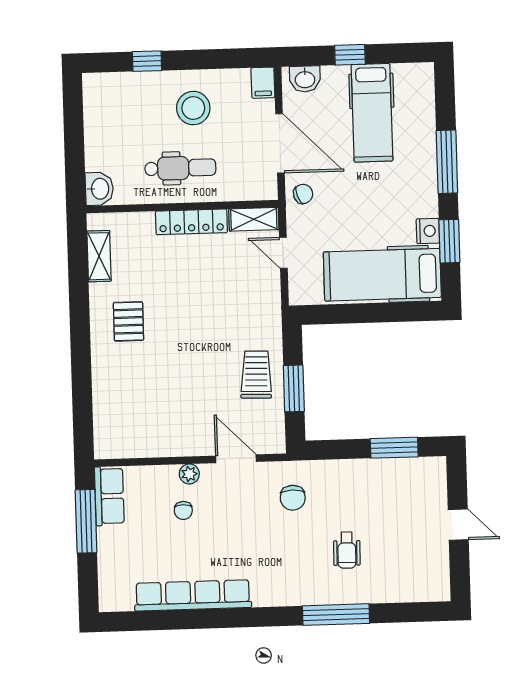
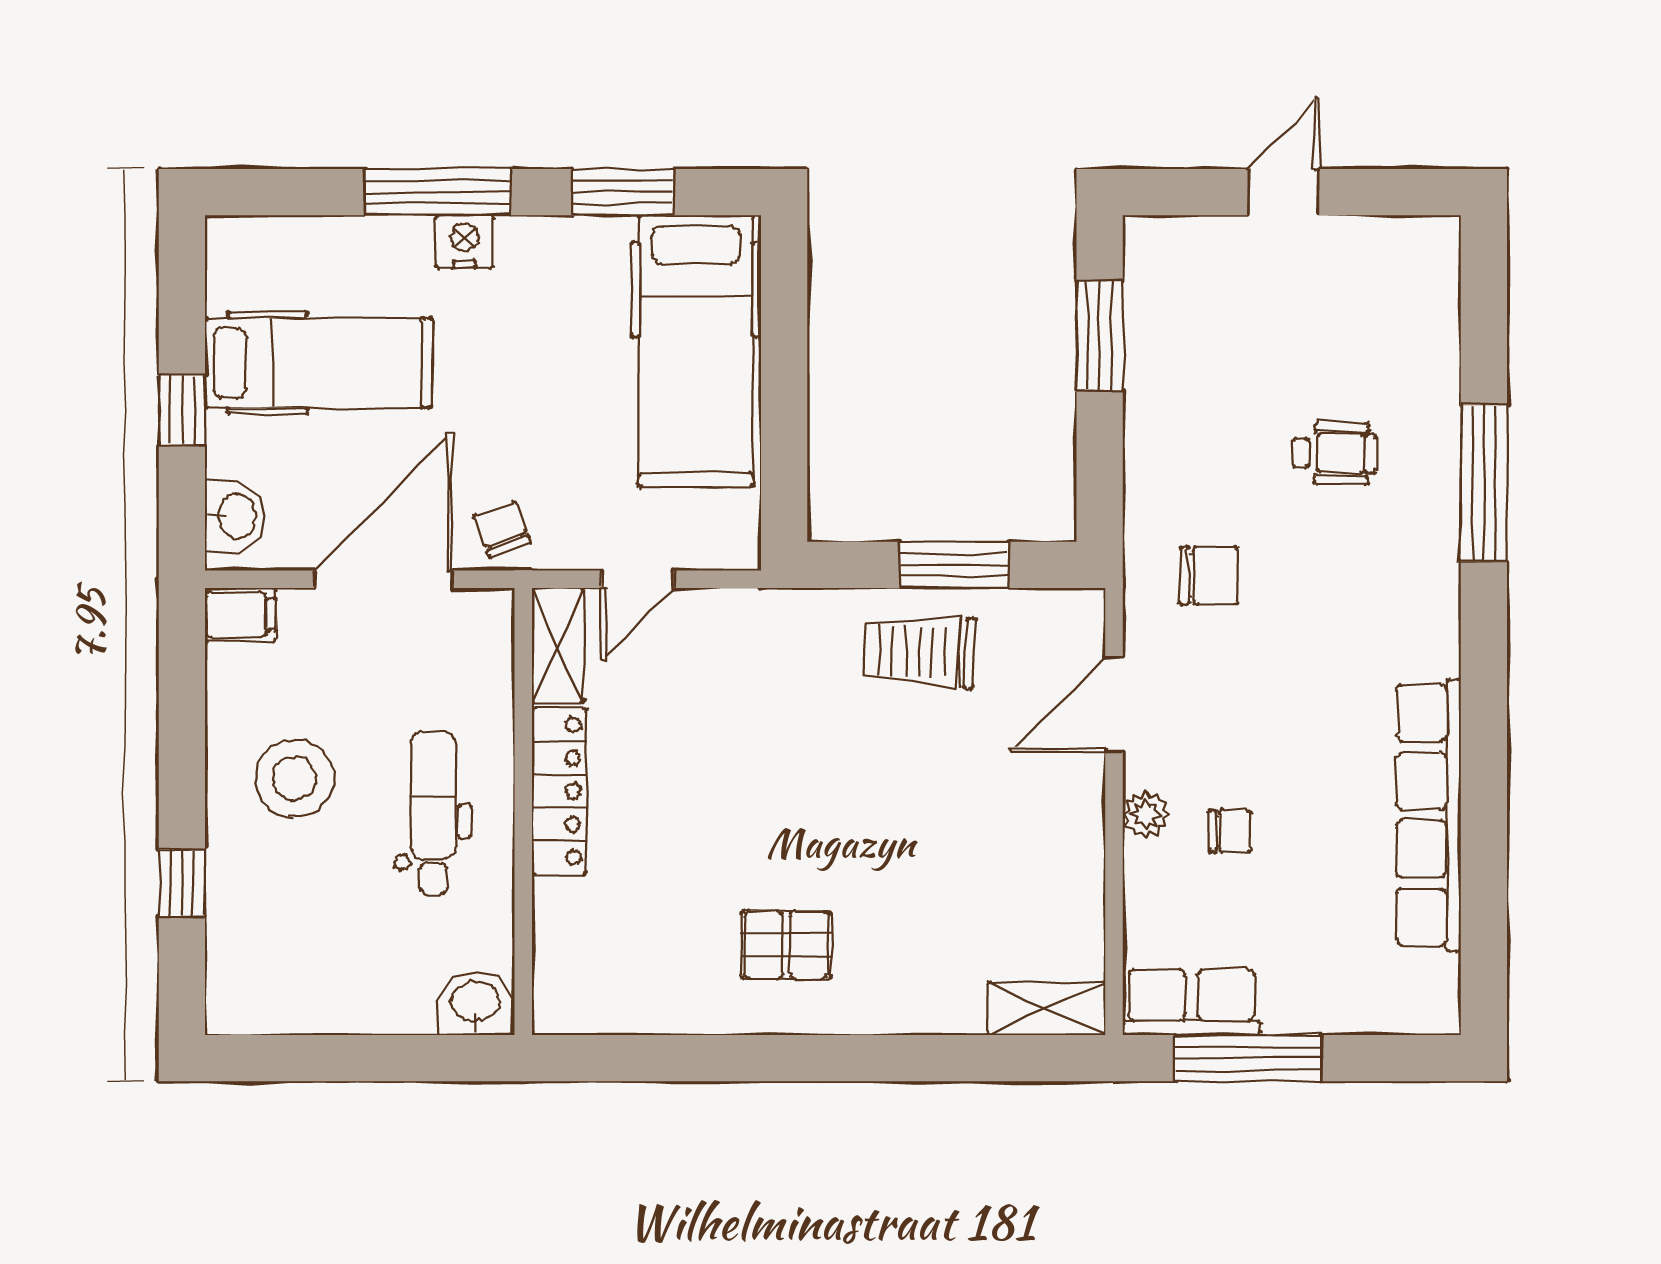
nightstand: (428, 231) -> (465, 242), moved
shelving: (99, 256) -> (1046, 1009), moved

